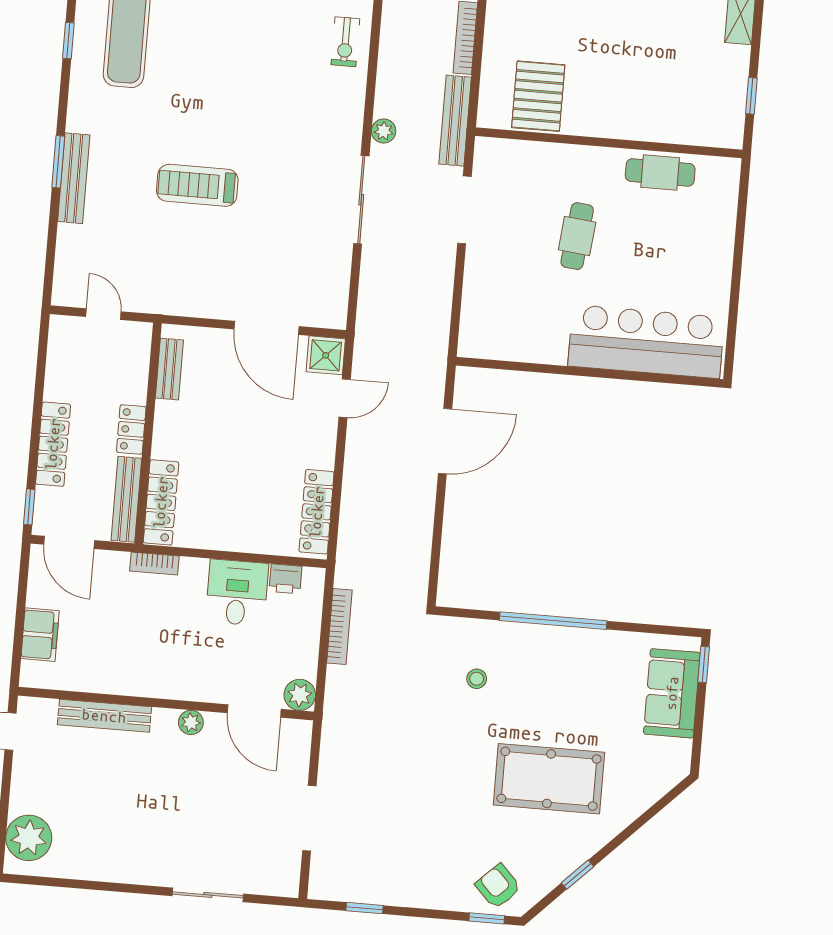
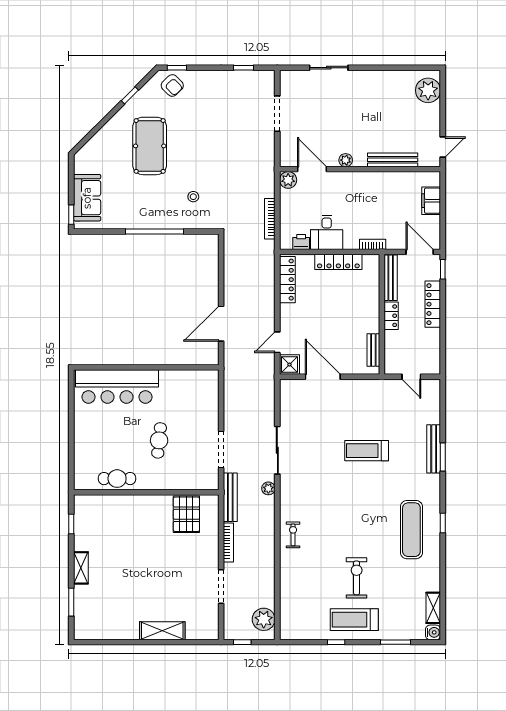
treadmill: (197, 185) -> (367, 451), turned 180
locker: (161, 502) -> (338, 262), moved, turned -90
pool table: (549, 779) -> (150, 146), turned 90

